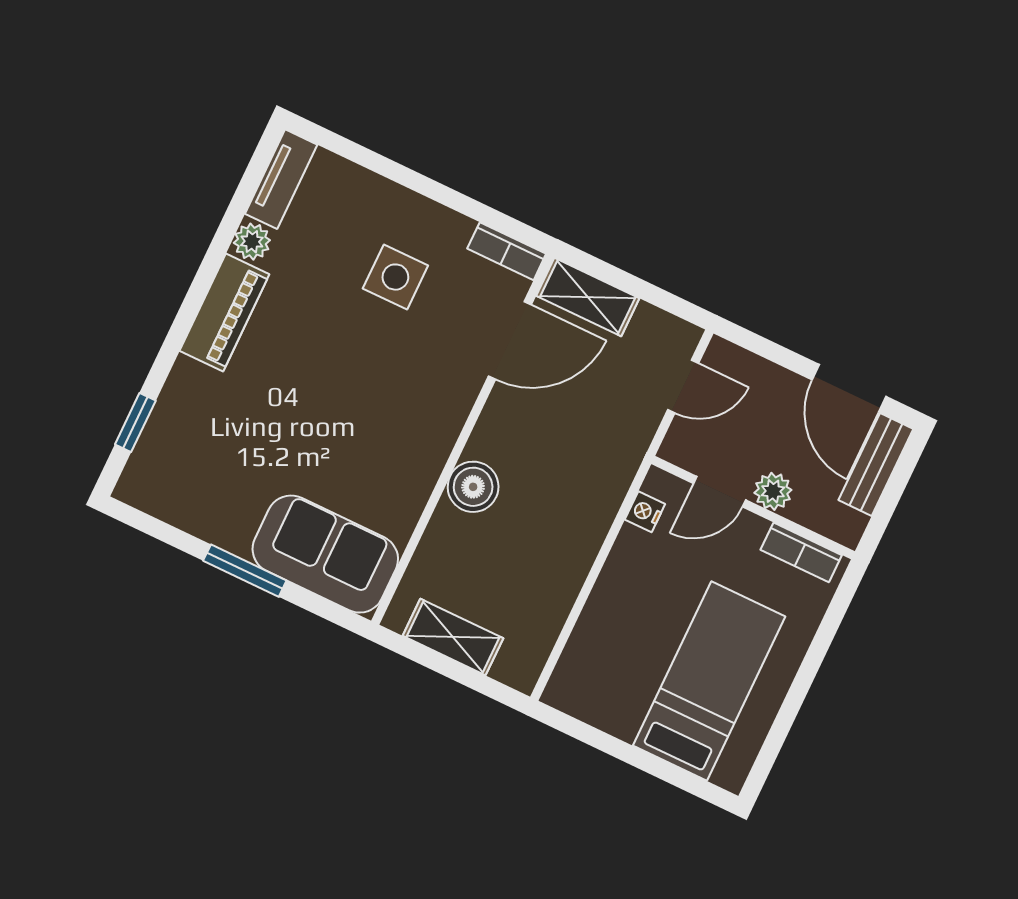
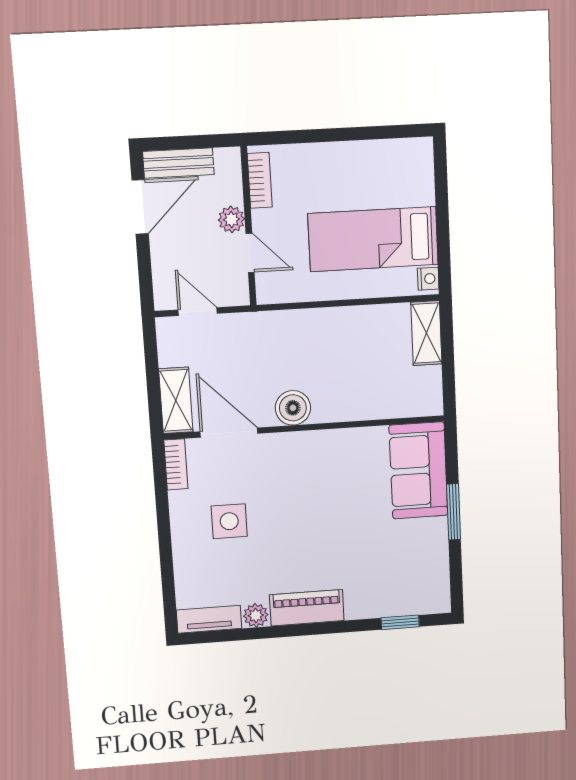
boiler: (473, 487) -> (293, 408), moved
nightstand: (645, 512) -> (428, 279), moved, turned -90
shelving: (453, 637) -> (426, 333), moved
bed: (709, 681) -> (373, 239), moved

